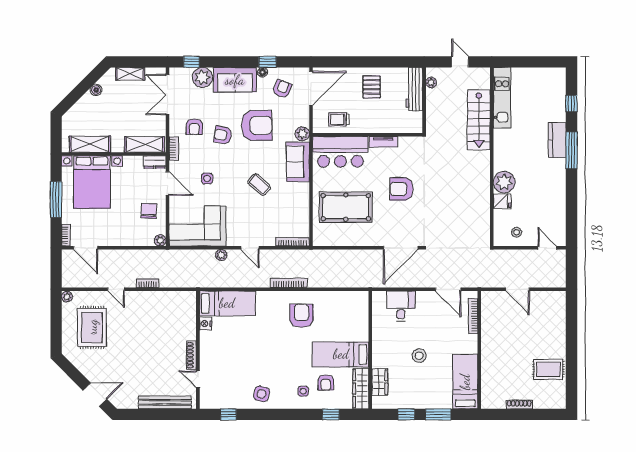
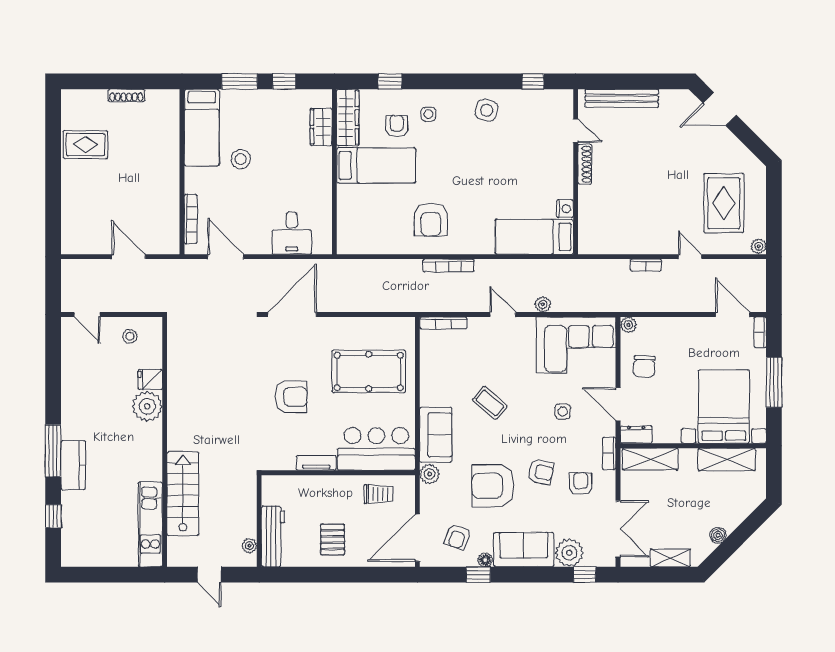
stool: (419, 356) -> (241, 159), moved

